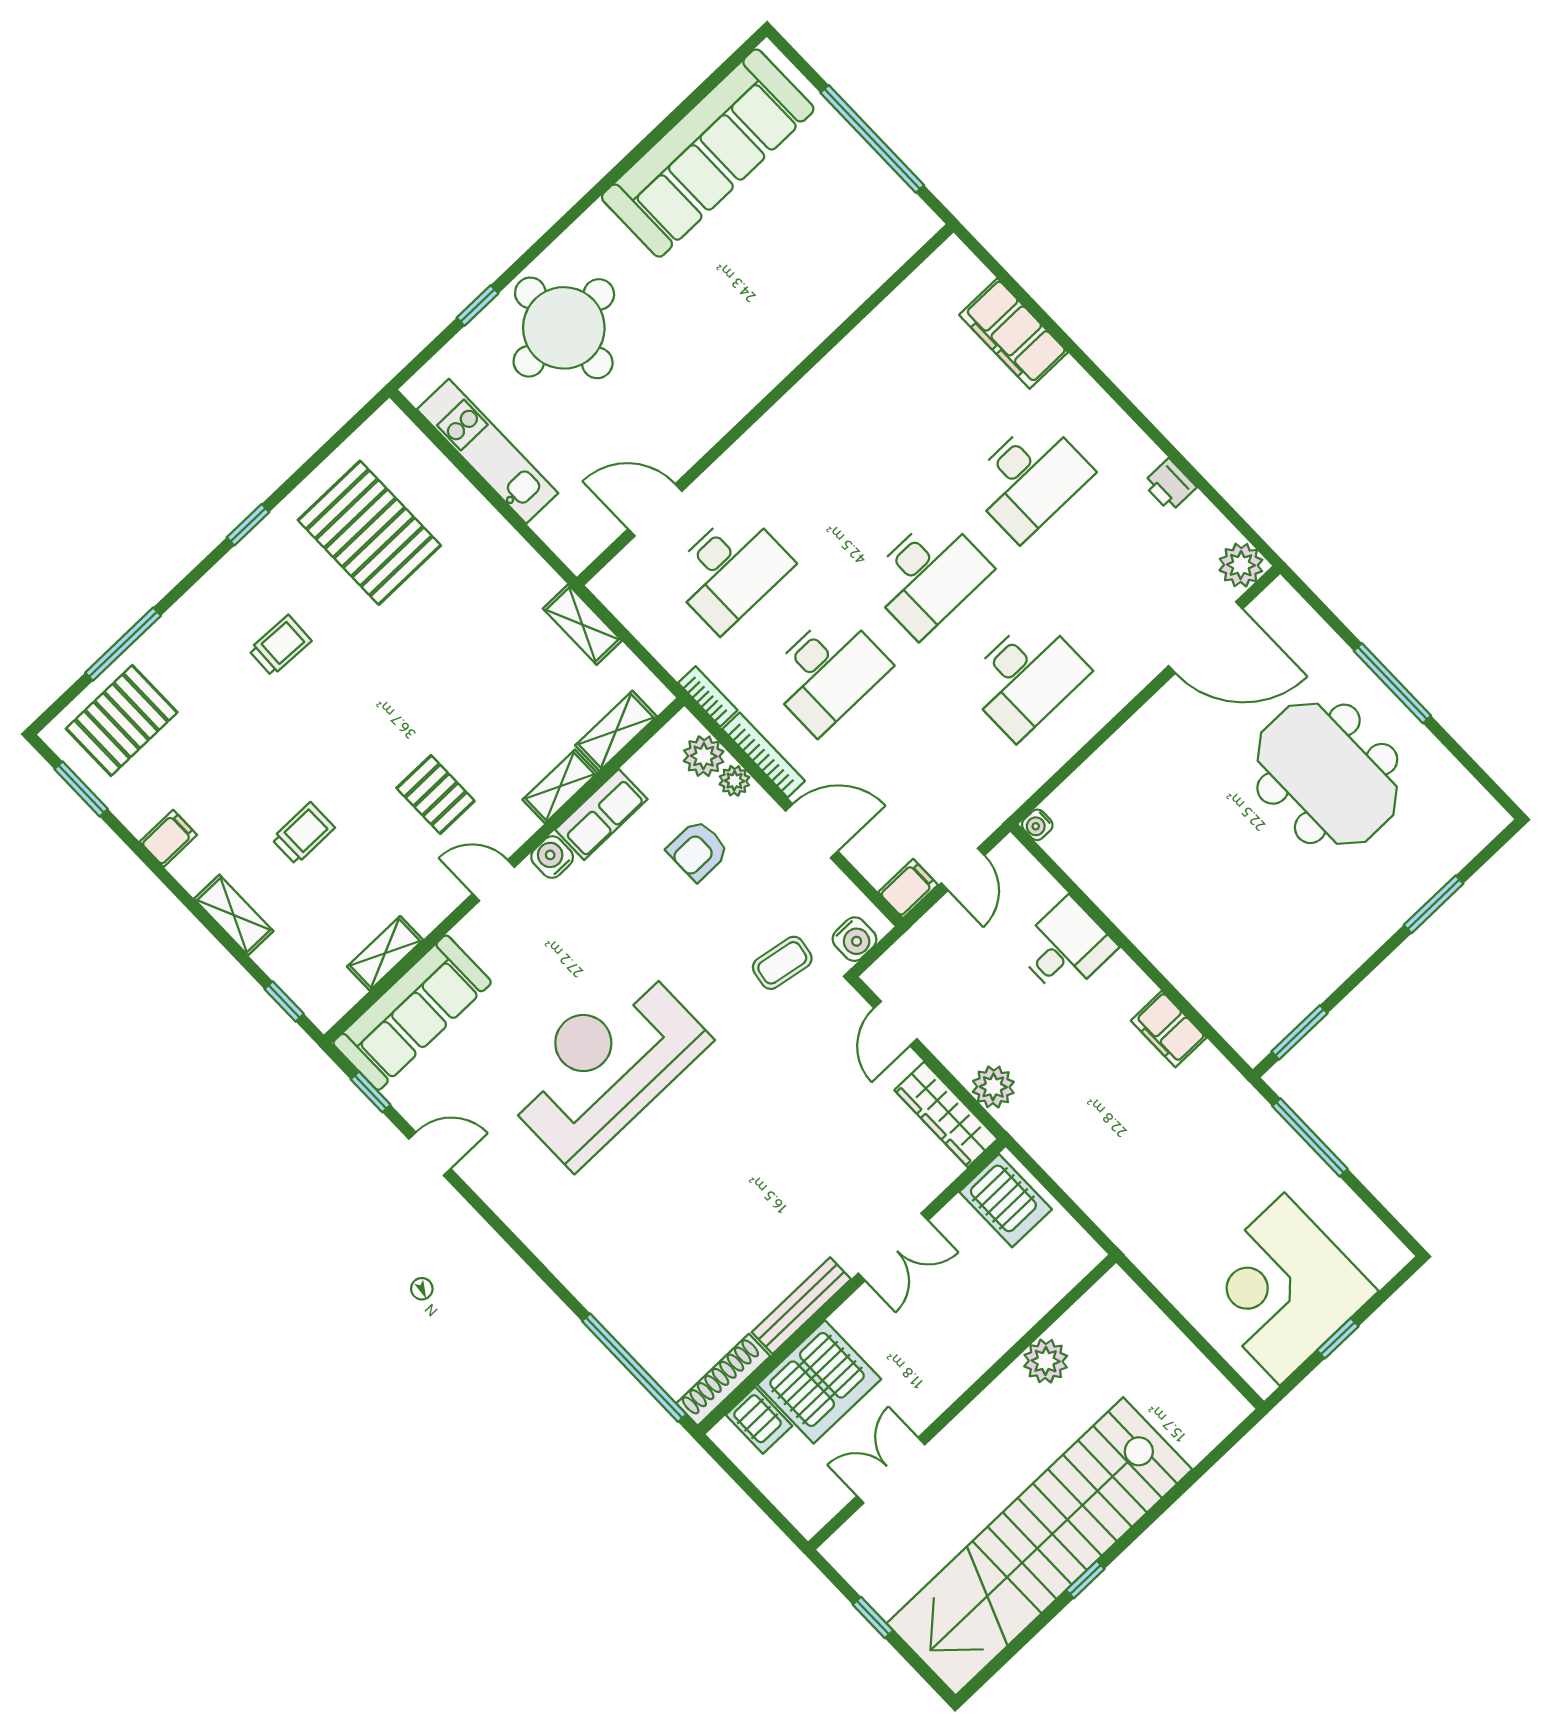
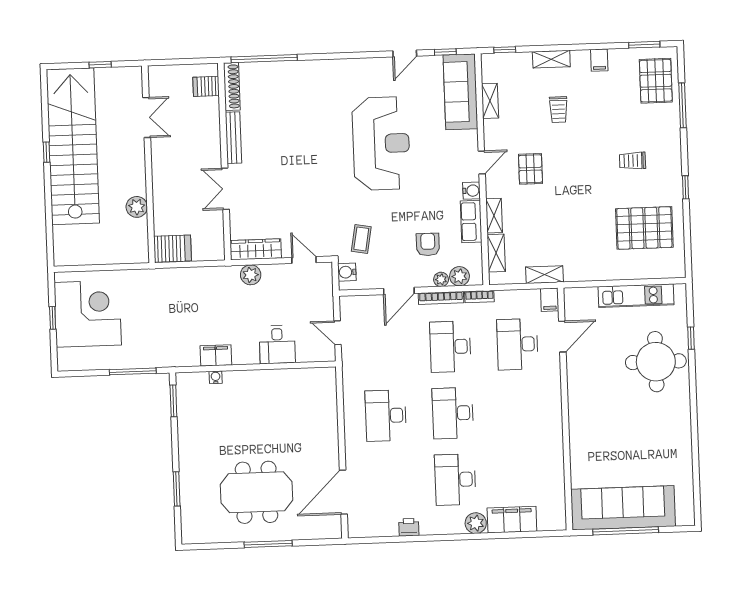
sofa: (708, 153) -> (623, 508), moved, turned 90
plant: (1241, 565) -> (476, 523), moved
trolley: (280, 645) -> (632, 161), turned 88
pallet: (436, 794) -> (530, 169), turned 90
water cooler: (1037, 825) -> (216, 377), moved
filing cabinet: (908, 889) -> (550, 300), moved
server rack: (1006, 1201) -> (173, 249), moved, turned 180
server rack: (819, 1382) -> (201, 120), removed

